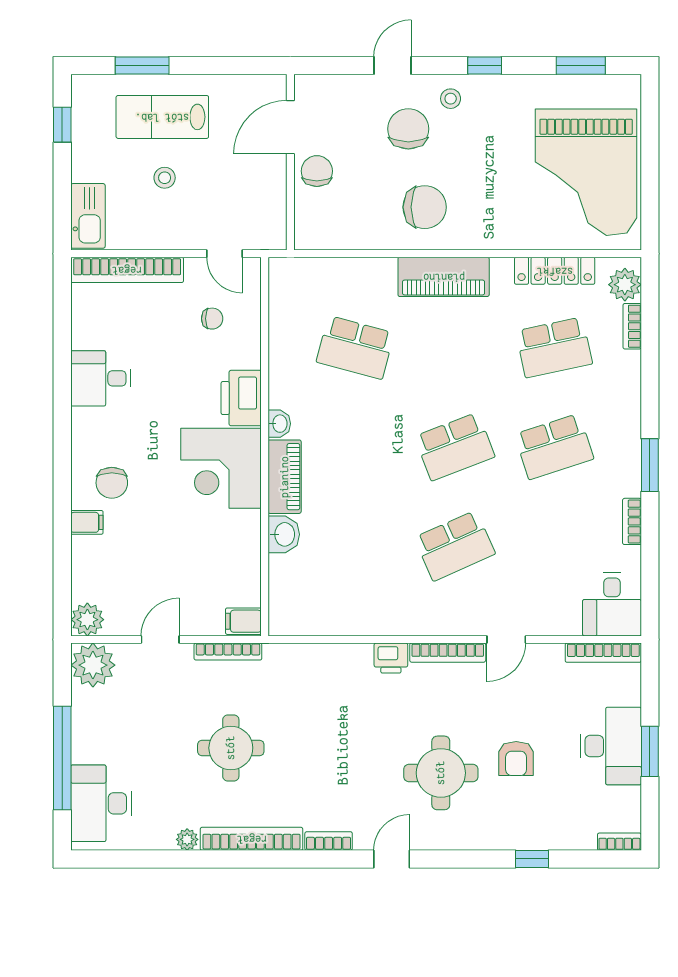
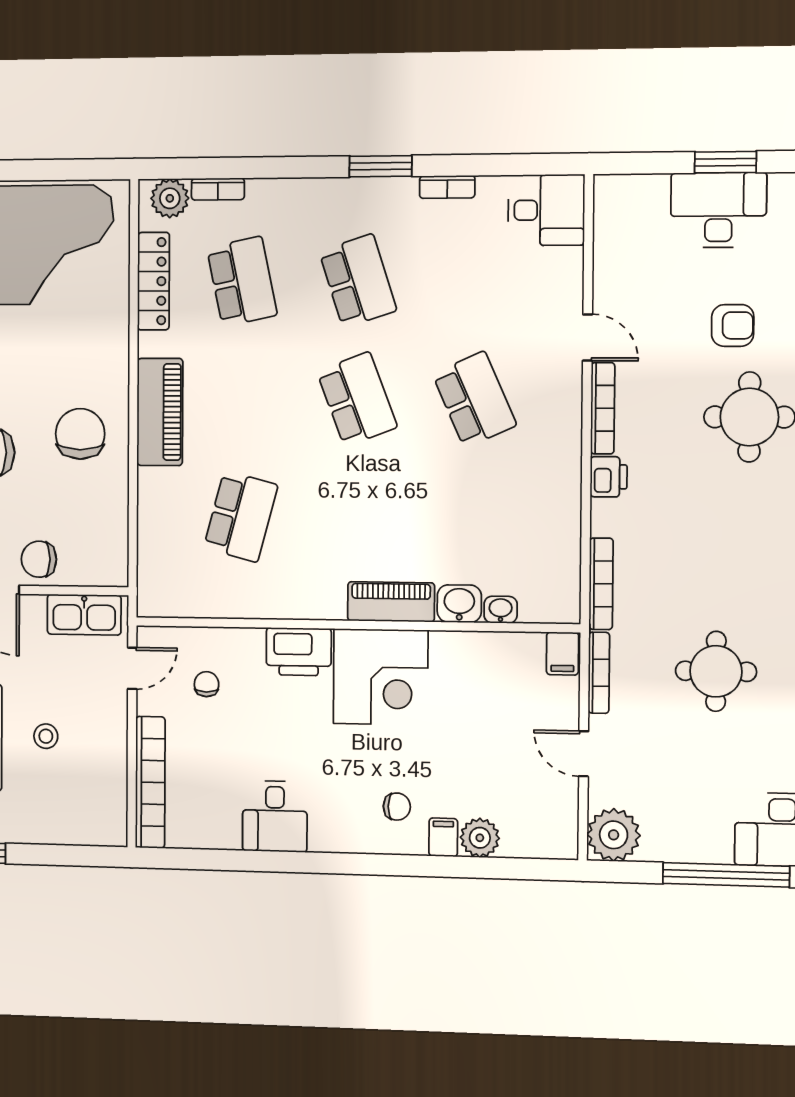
kitchen sink: (88, 216) -> (84, 615), moved, turned 180
washbasin: (279, 424) -> (501, 610), moved
chair: (112, 483) -> (397, 807), width x0.73, depth x0.73
plant: (87, 620) -> (480, 838), moved
bookcase: (603, 653) -> (601, 584), moved

